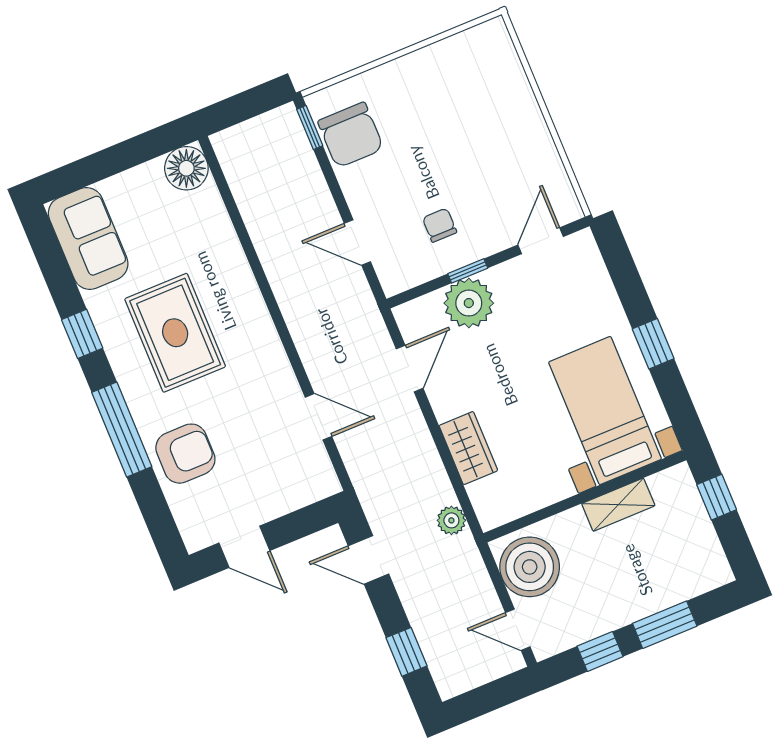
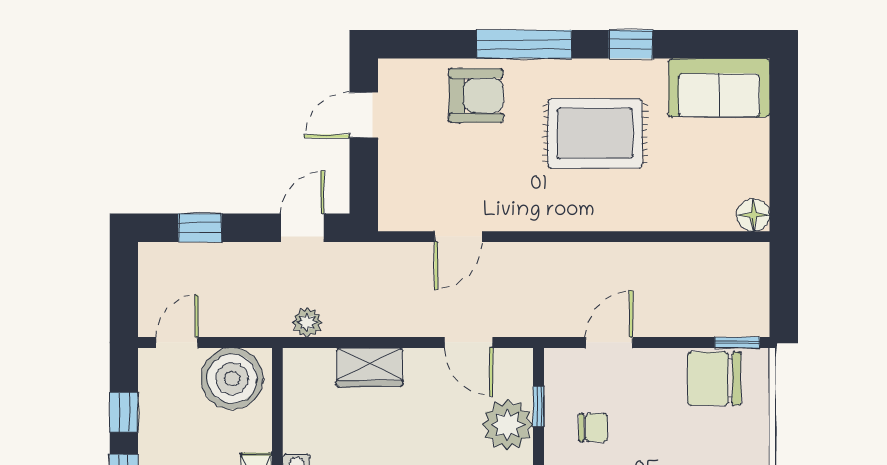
floor lamp: (186, 168) -> (753, 215), width x0.73, depth x0.73
window: (468, 271) -> (539, 406), moved
armchair: (185, 454) -> (476, 95), turned -90

